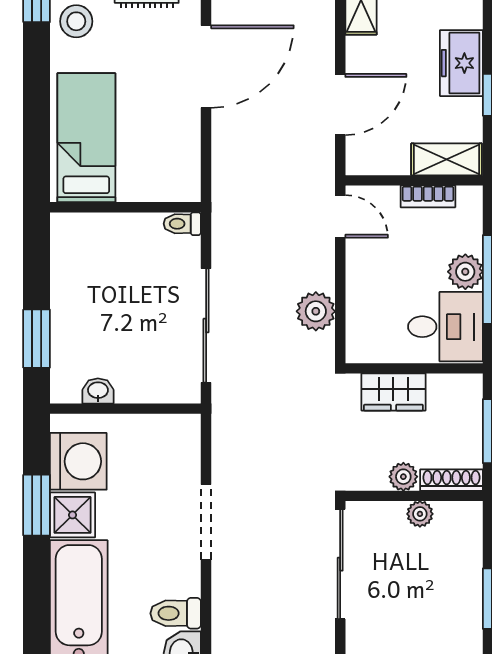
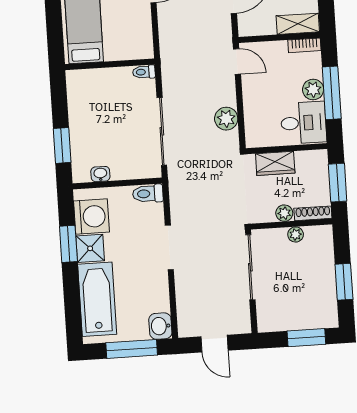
bookcase: (428, 196) -> (304, 45), moved
toilet: (176, 613) -> (148, 194), moved

